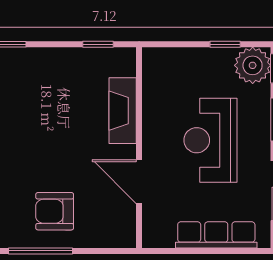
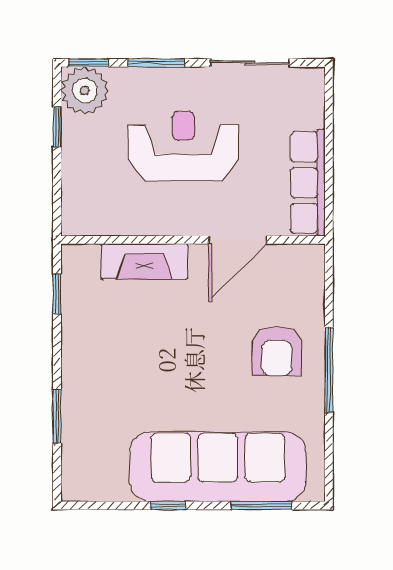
reception desk: (210, 140) -> (183, 146), turned 180
row of seats: (216, 235) -> (308, 183), moved

